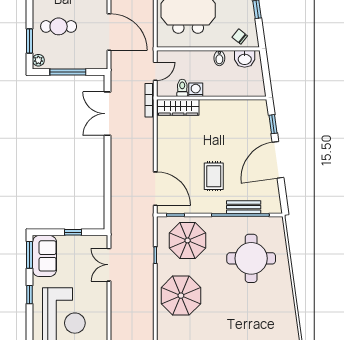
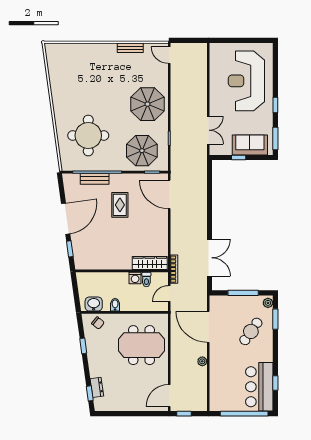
cafe table: (59, 26) -> (251, 331), turned -55
sofa: (44, 256) -> (250, 145), moved, turned 90

